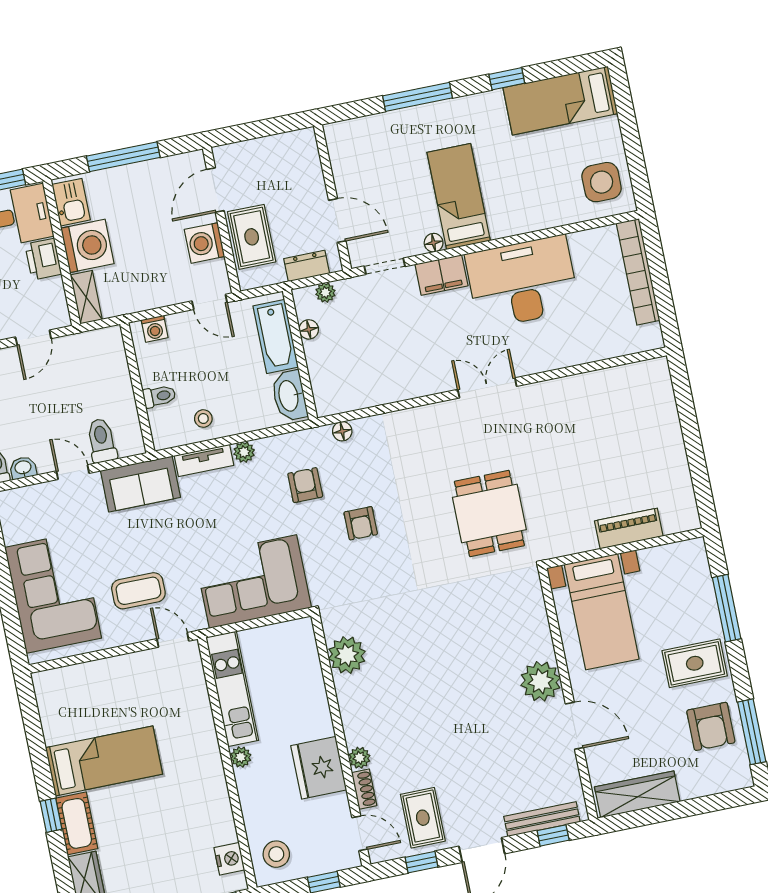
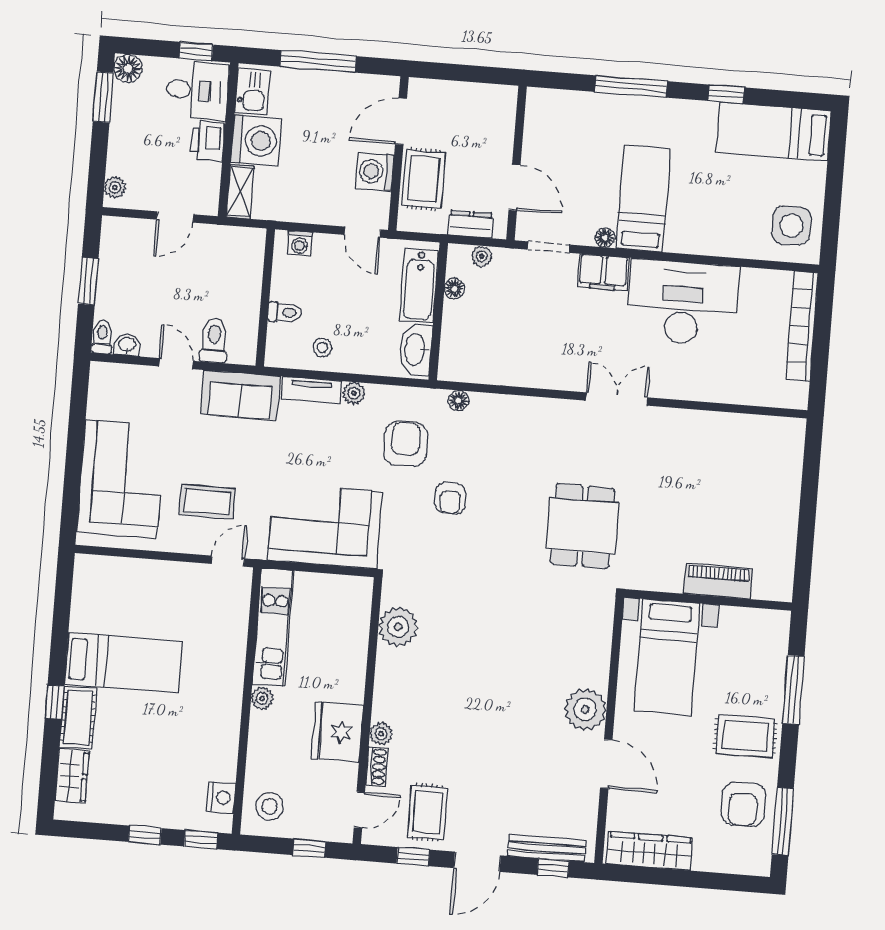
armchair: (305, 485) -> (406, 444), width x1.38, depth x1.38
door: (173, 640) -> (228, 561), hinge flipped
door: (360, 833) -> (359, 810), hinge flipped

